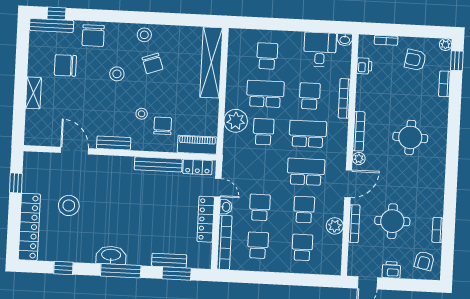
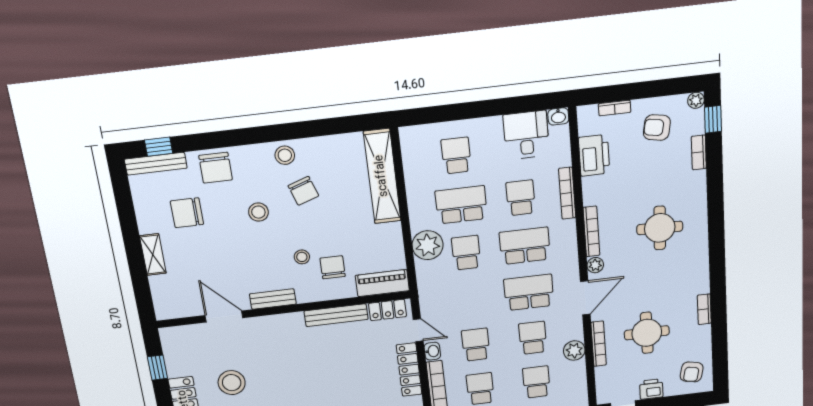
printer: (364, 66) -> (594, 155), width x1.87, depth x1.48
bookcase: (437, 230) -> (704, 309), moved

